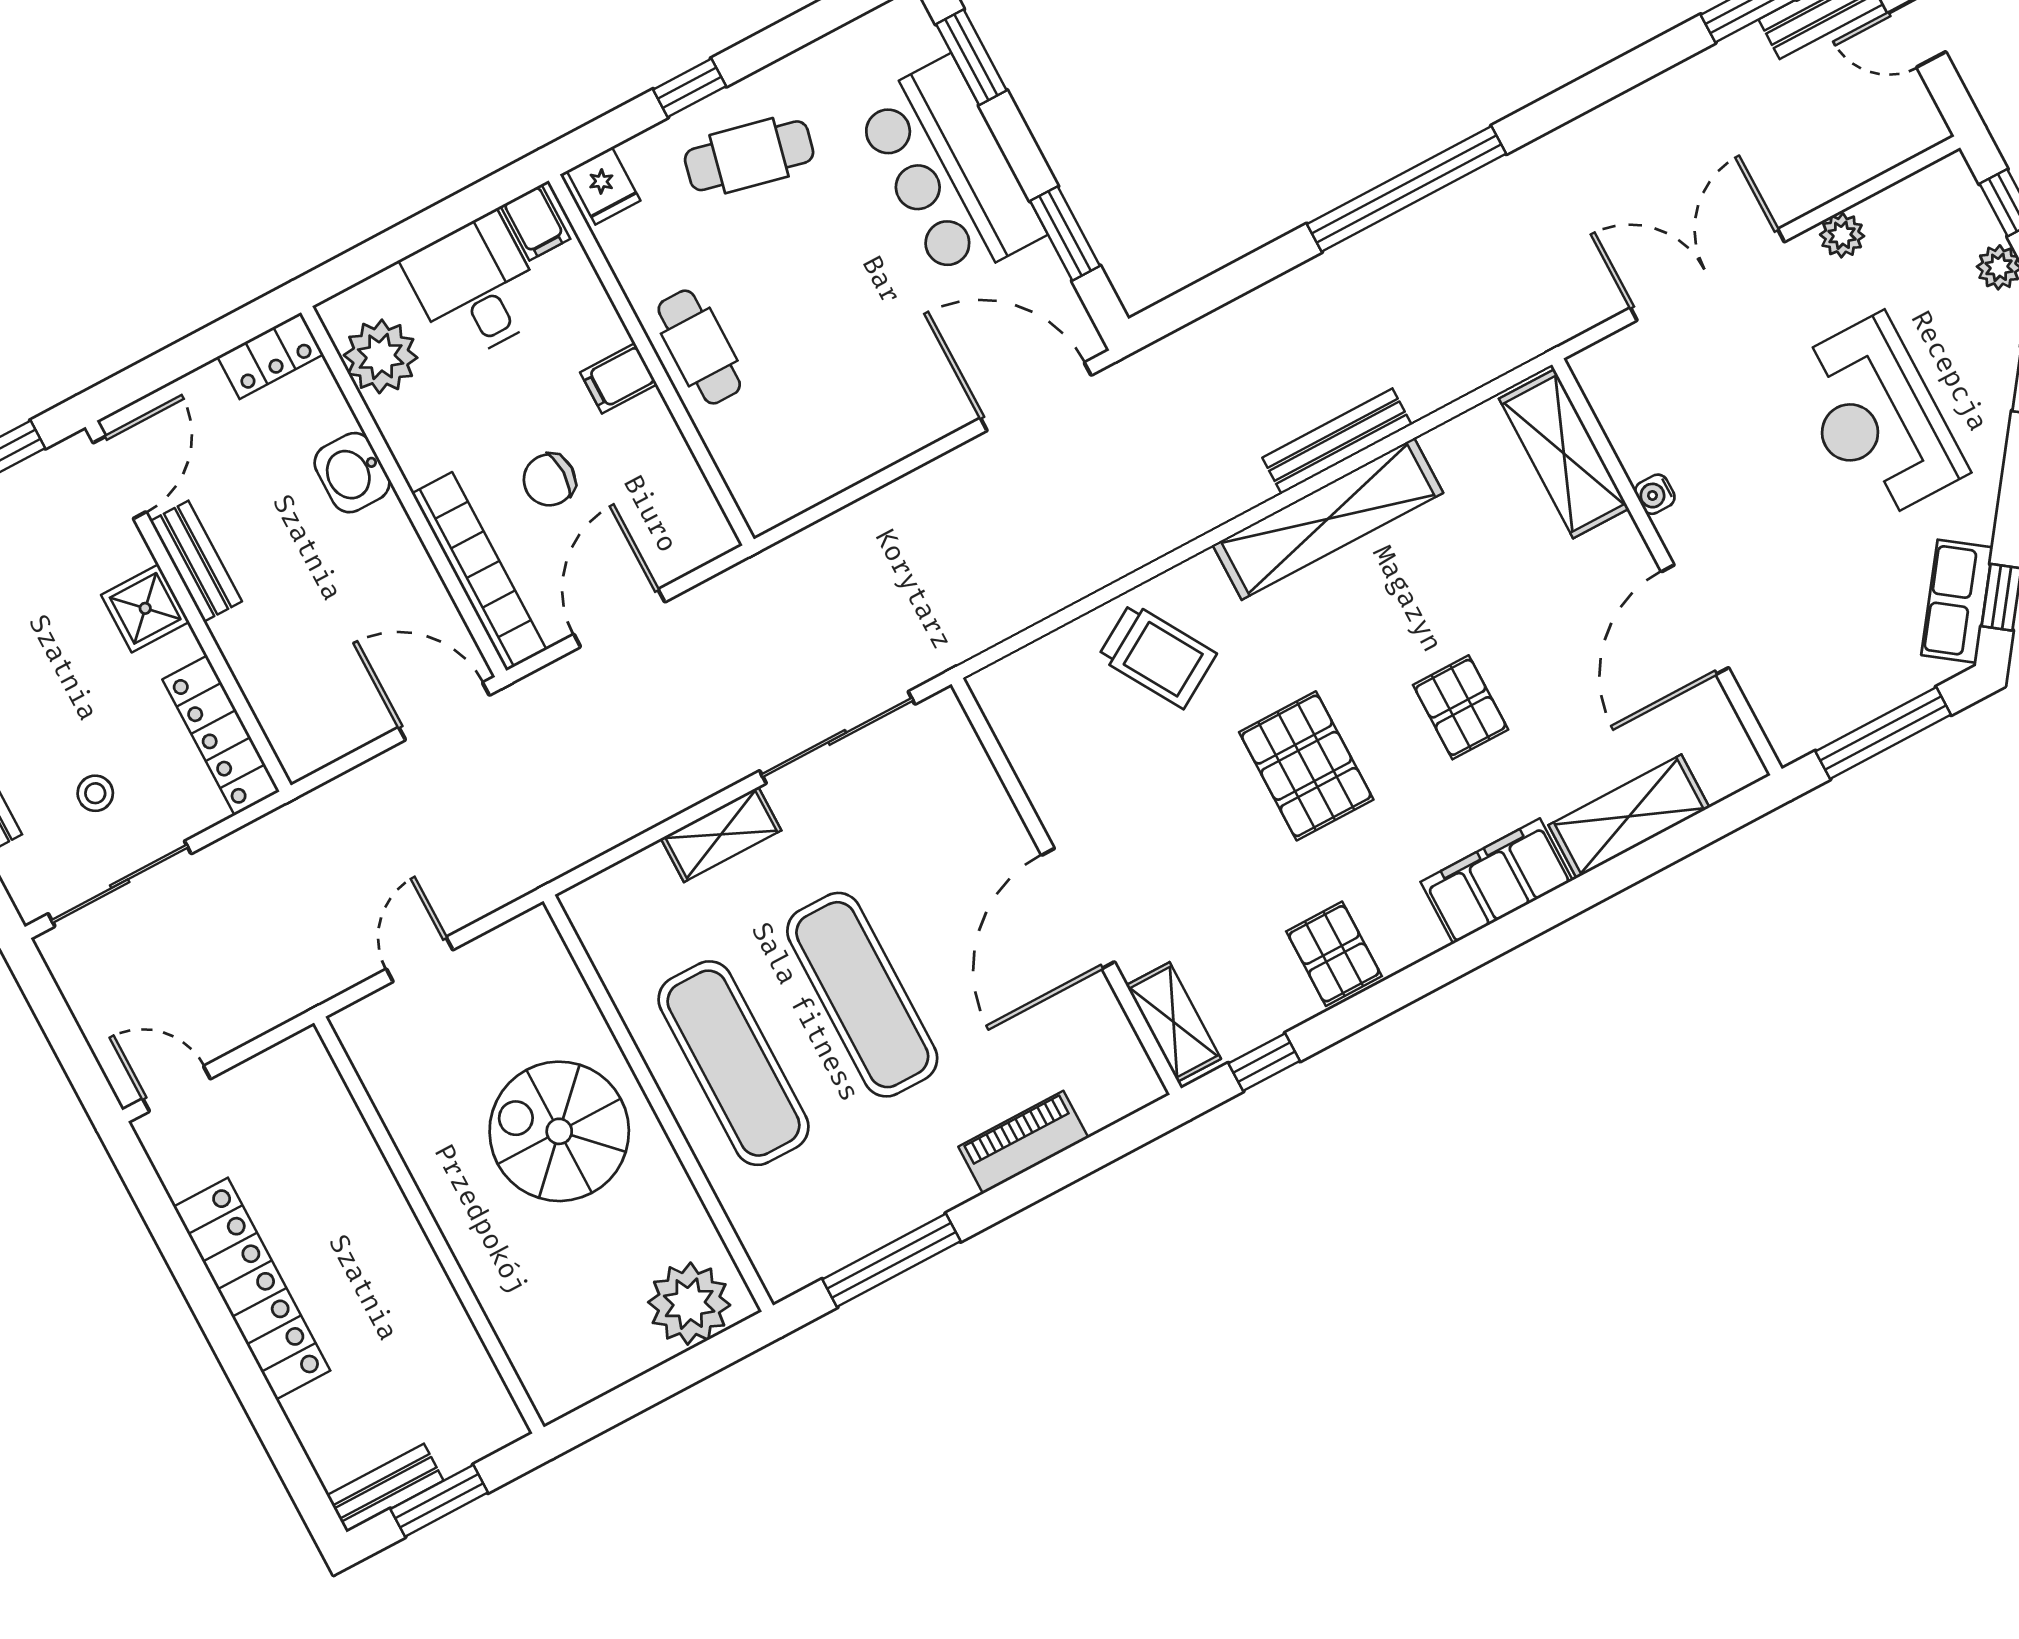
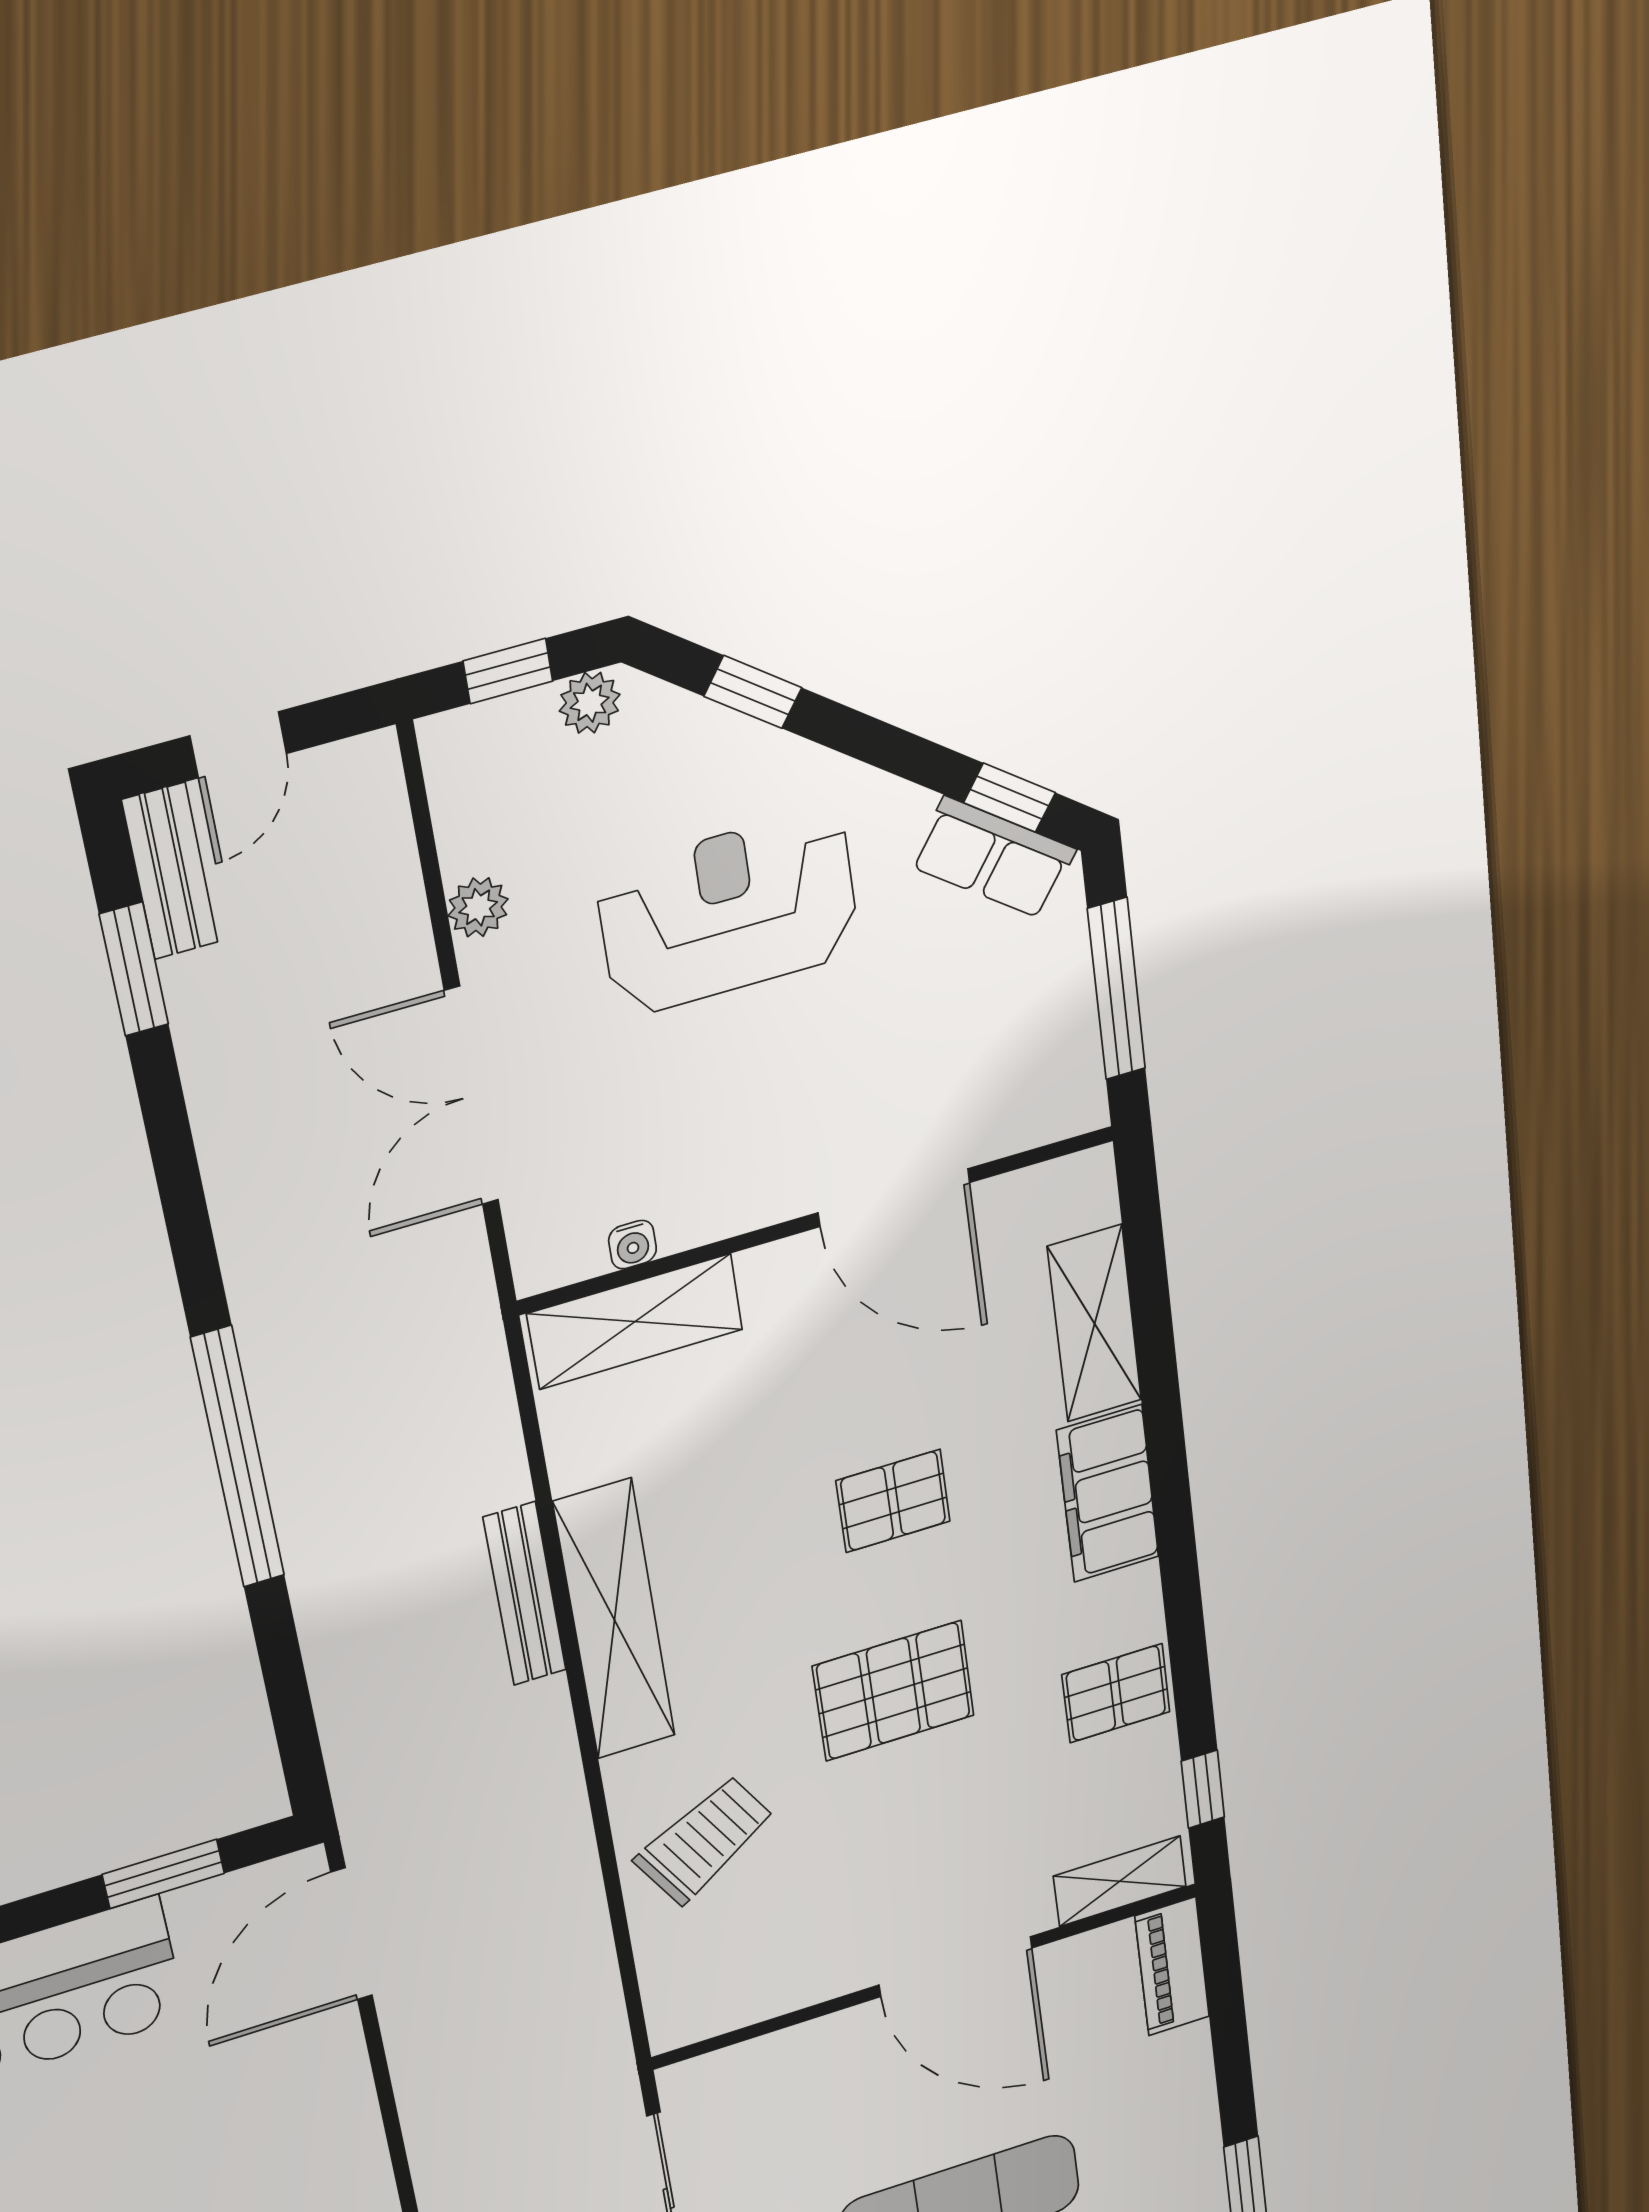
reception desk: (1877, 418) -> (729, 912), turned 180
water cooler: (1655, 494) -> (632, 1245), moved
piano: (1023, 1142) -> (1172, 1966), moved

